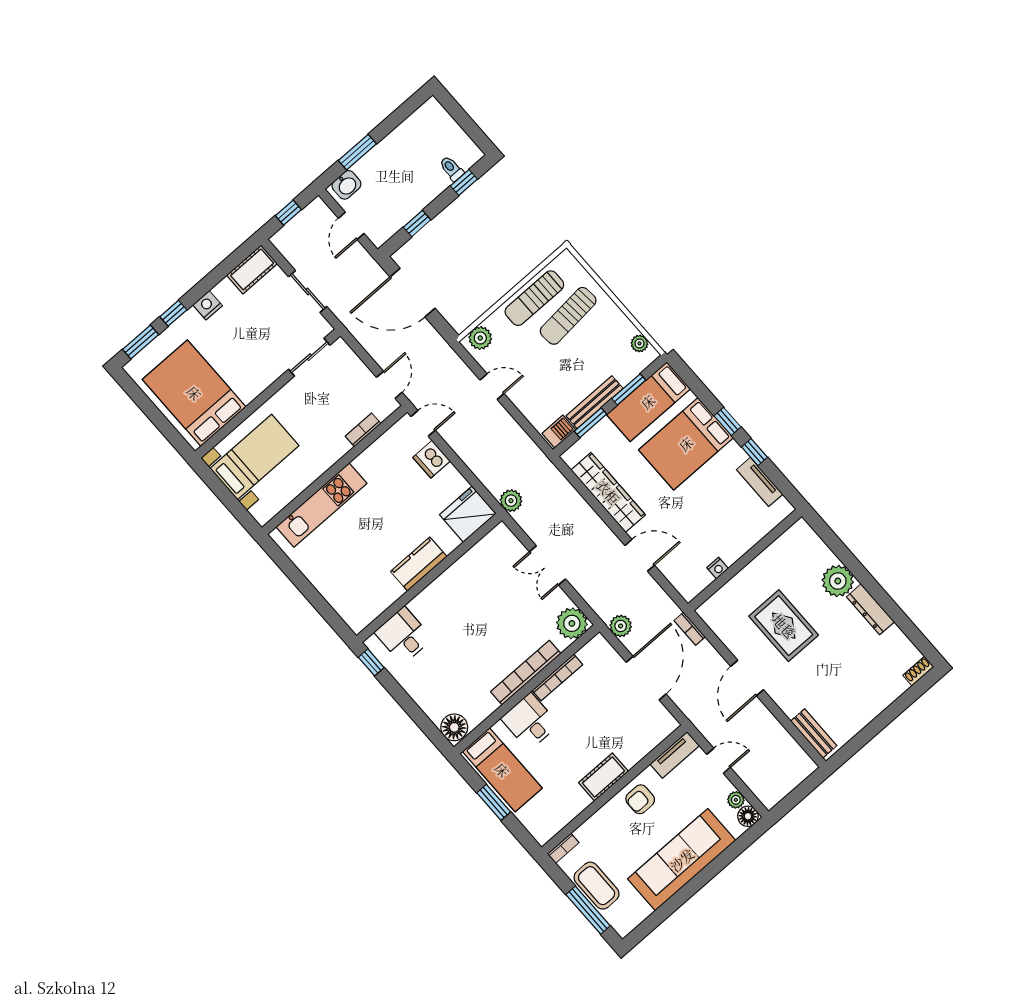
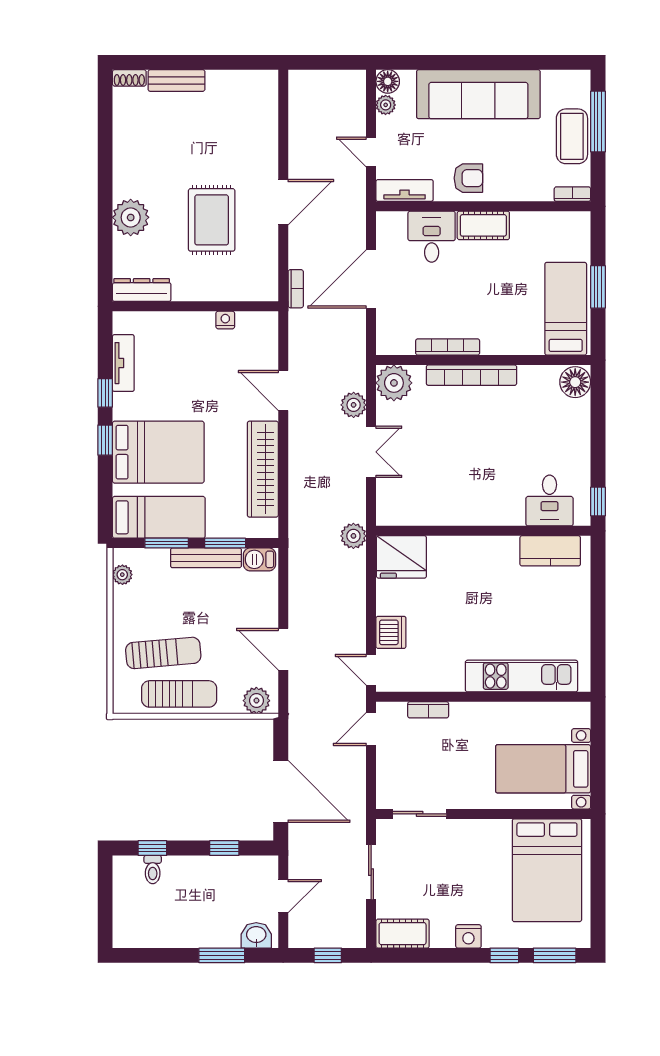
door: (492, 387) -> (283, 649), width x1.38
kitchen counter: (419, 564) -> (550, 551), moved
dresser: (870, 609) -> (142, 290), moved, turned -90
plant: (621, 626) -> (354, 405), moved
desk: (530, 722) -> (432, 237), moved, turned 180
bench: (814, 733) -> (176, 80), moved, turned 90

